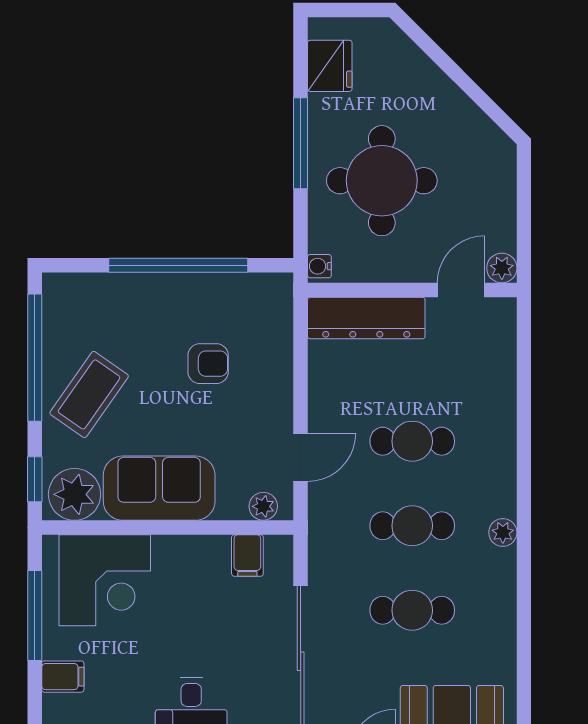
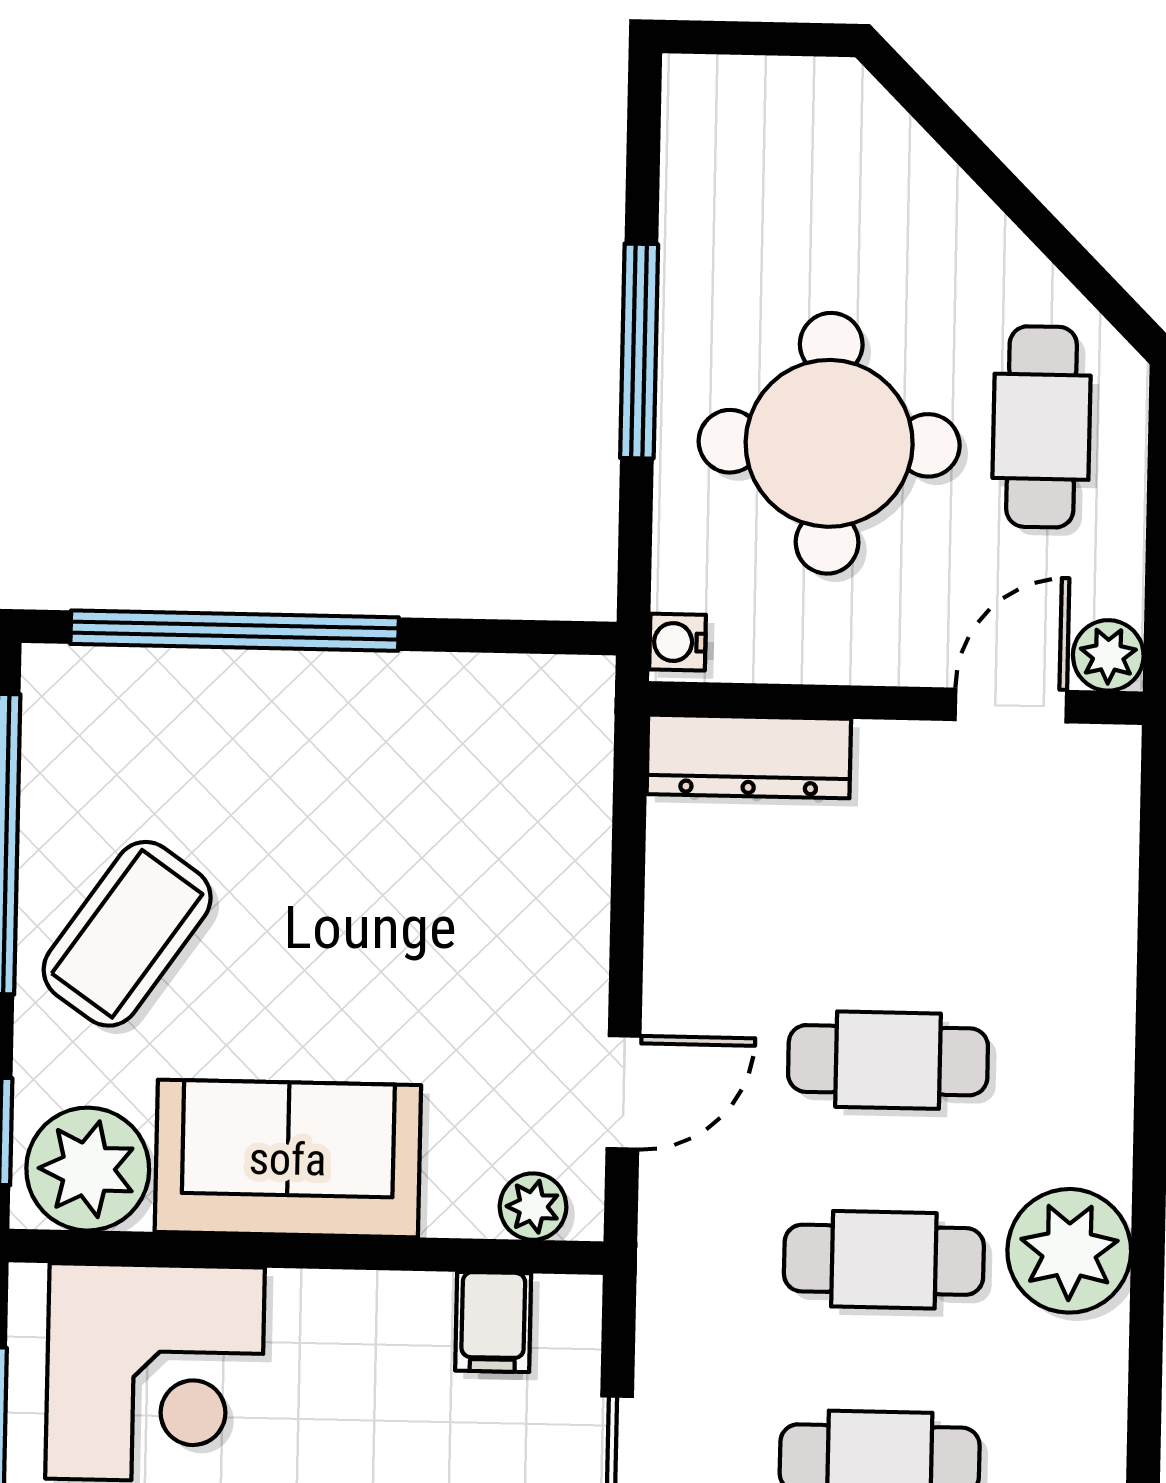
fridge: (330, 66) -> (712, 169), removed
cafe table: (472, 172) -> (1042, 427), added
window: (178, 265) -> (235, 631), moved
dresser: (366, 318) -> (749, 756), width x0.73, depth x0.80
armchair: (208, 364) -> (410, 867), removed
plant: (503, 533) -> (1069, 1251), width x1.88, depth x1.88

